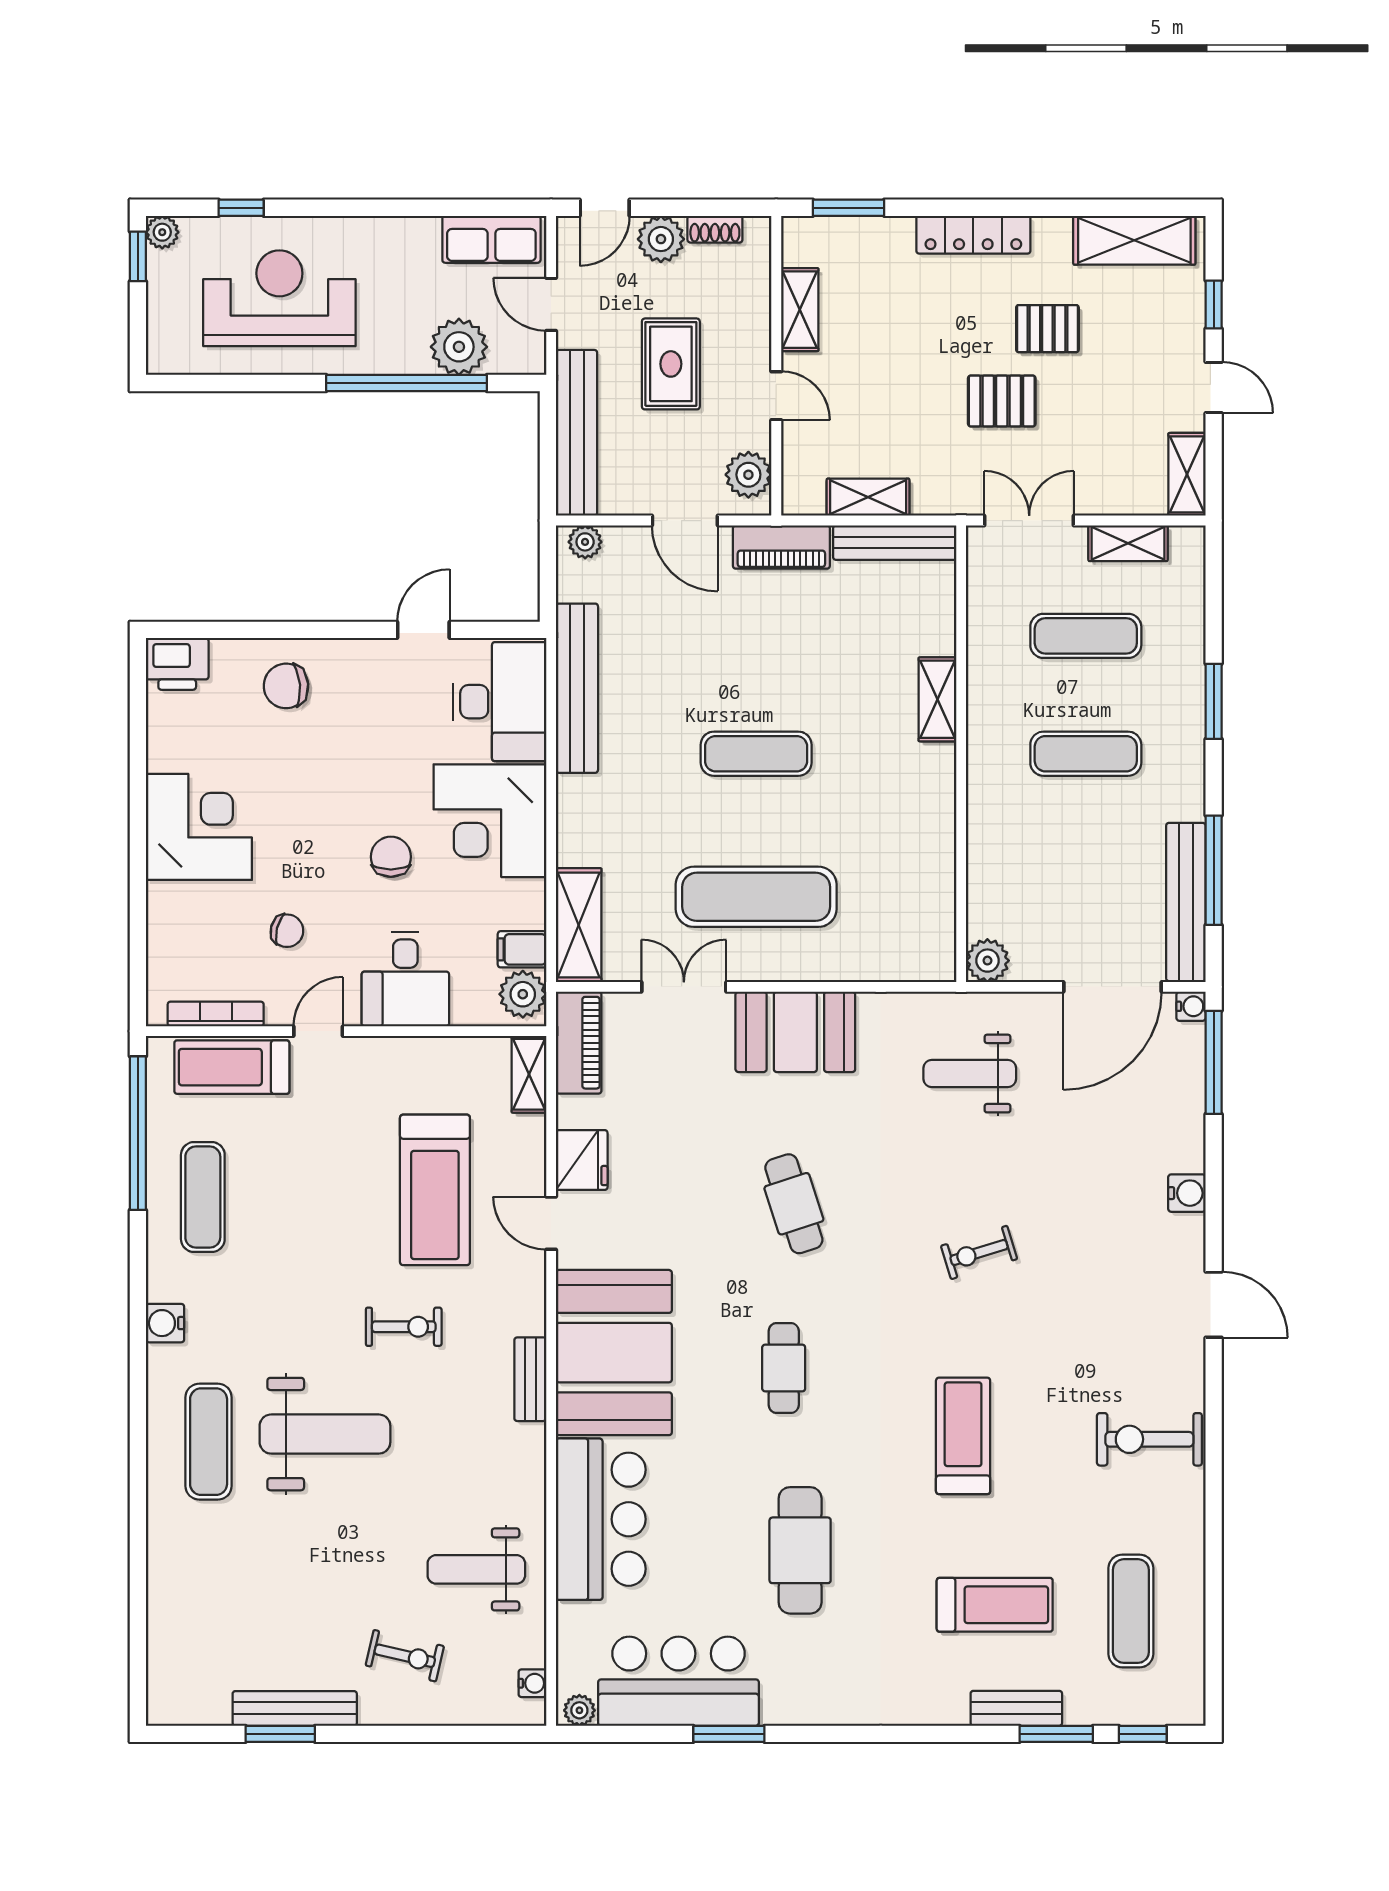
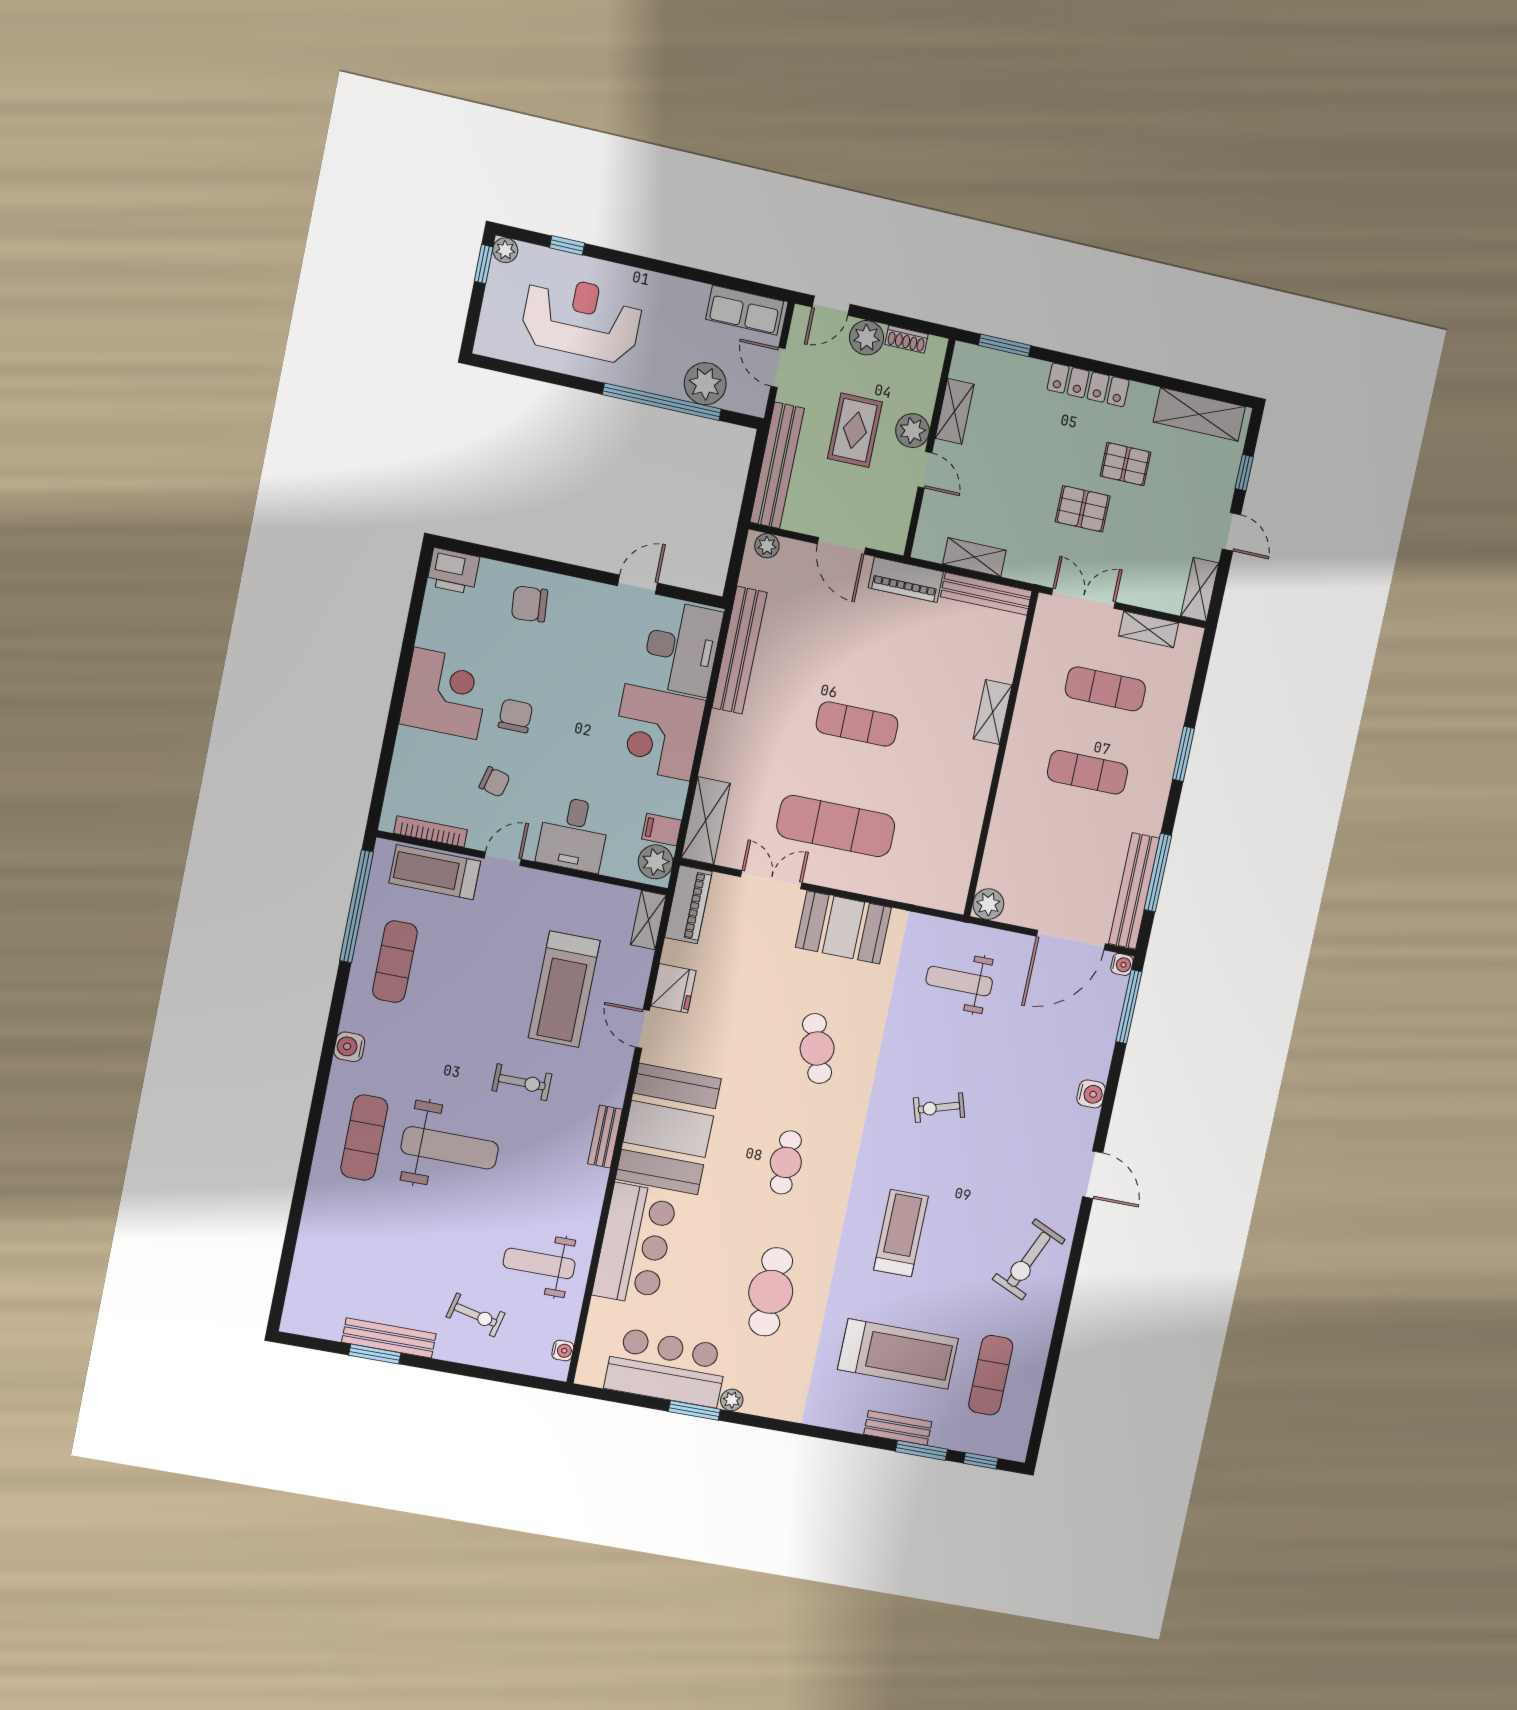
plant: (748, 475) -> (912, 431), moved
chair: (391, 857) -> (515, 716), moved
exercise bike: (1149, 1439) -> (1029, 1259), turned -66
treadmill: (995, 1605) -> (898, 1354), width x1.37, depth x1.38
plant: (579, 1710) -> (732, 1400), moved

